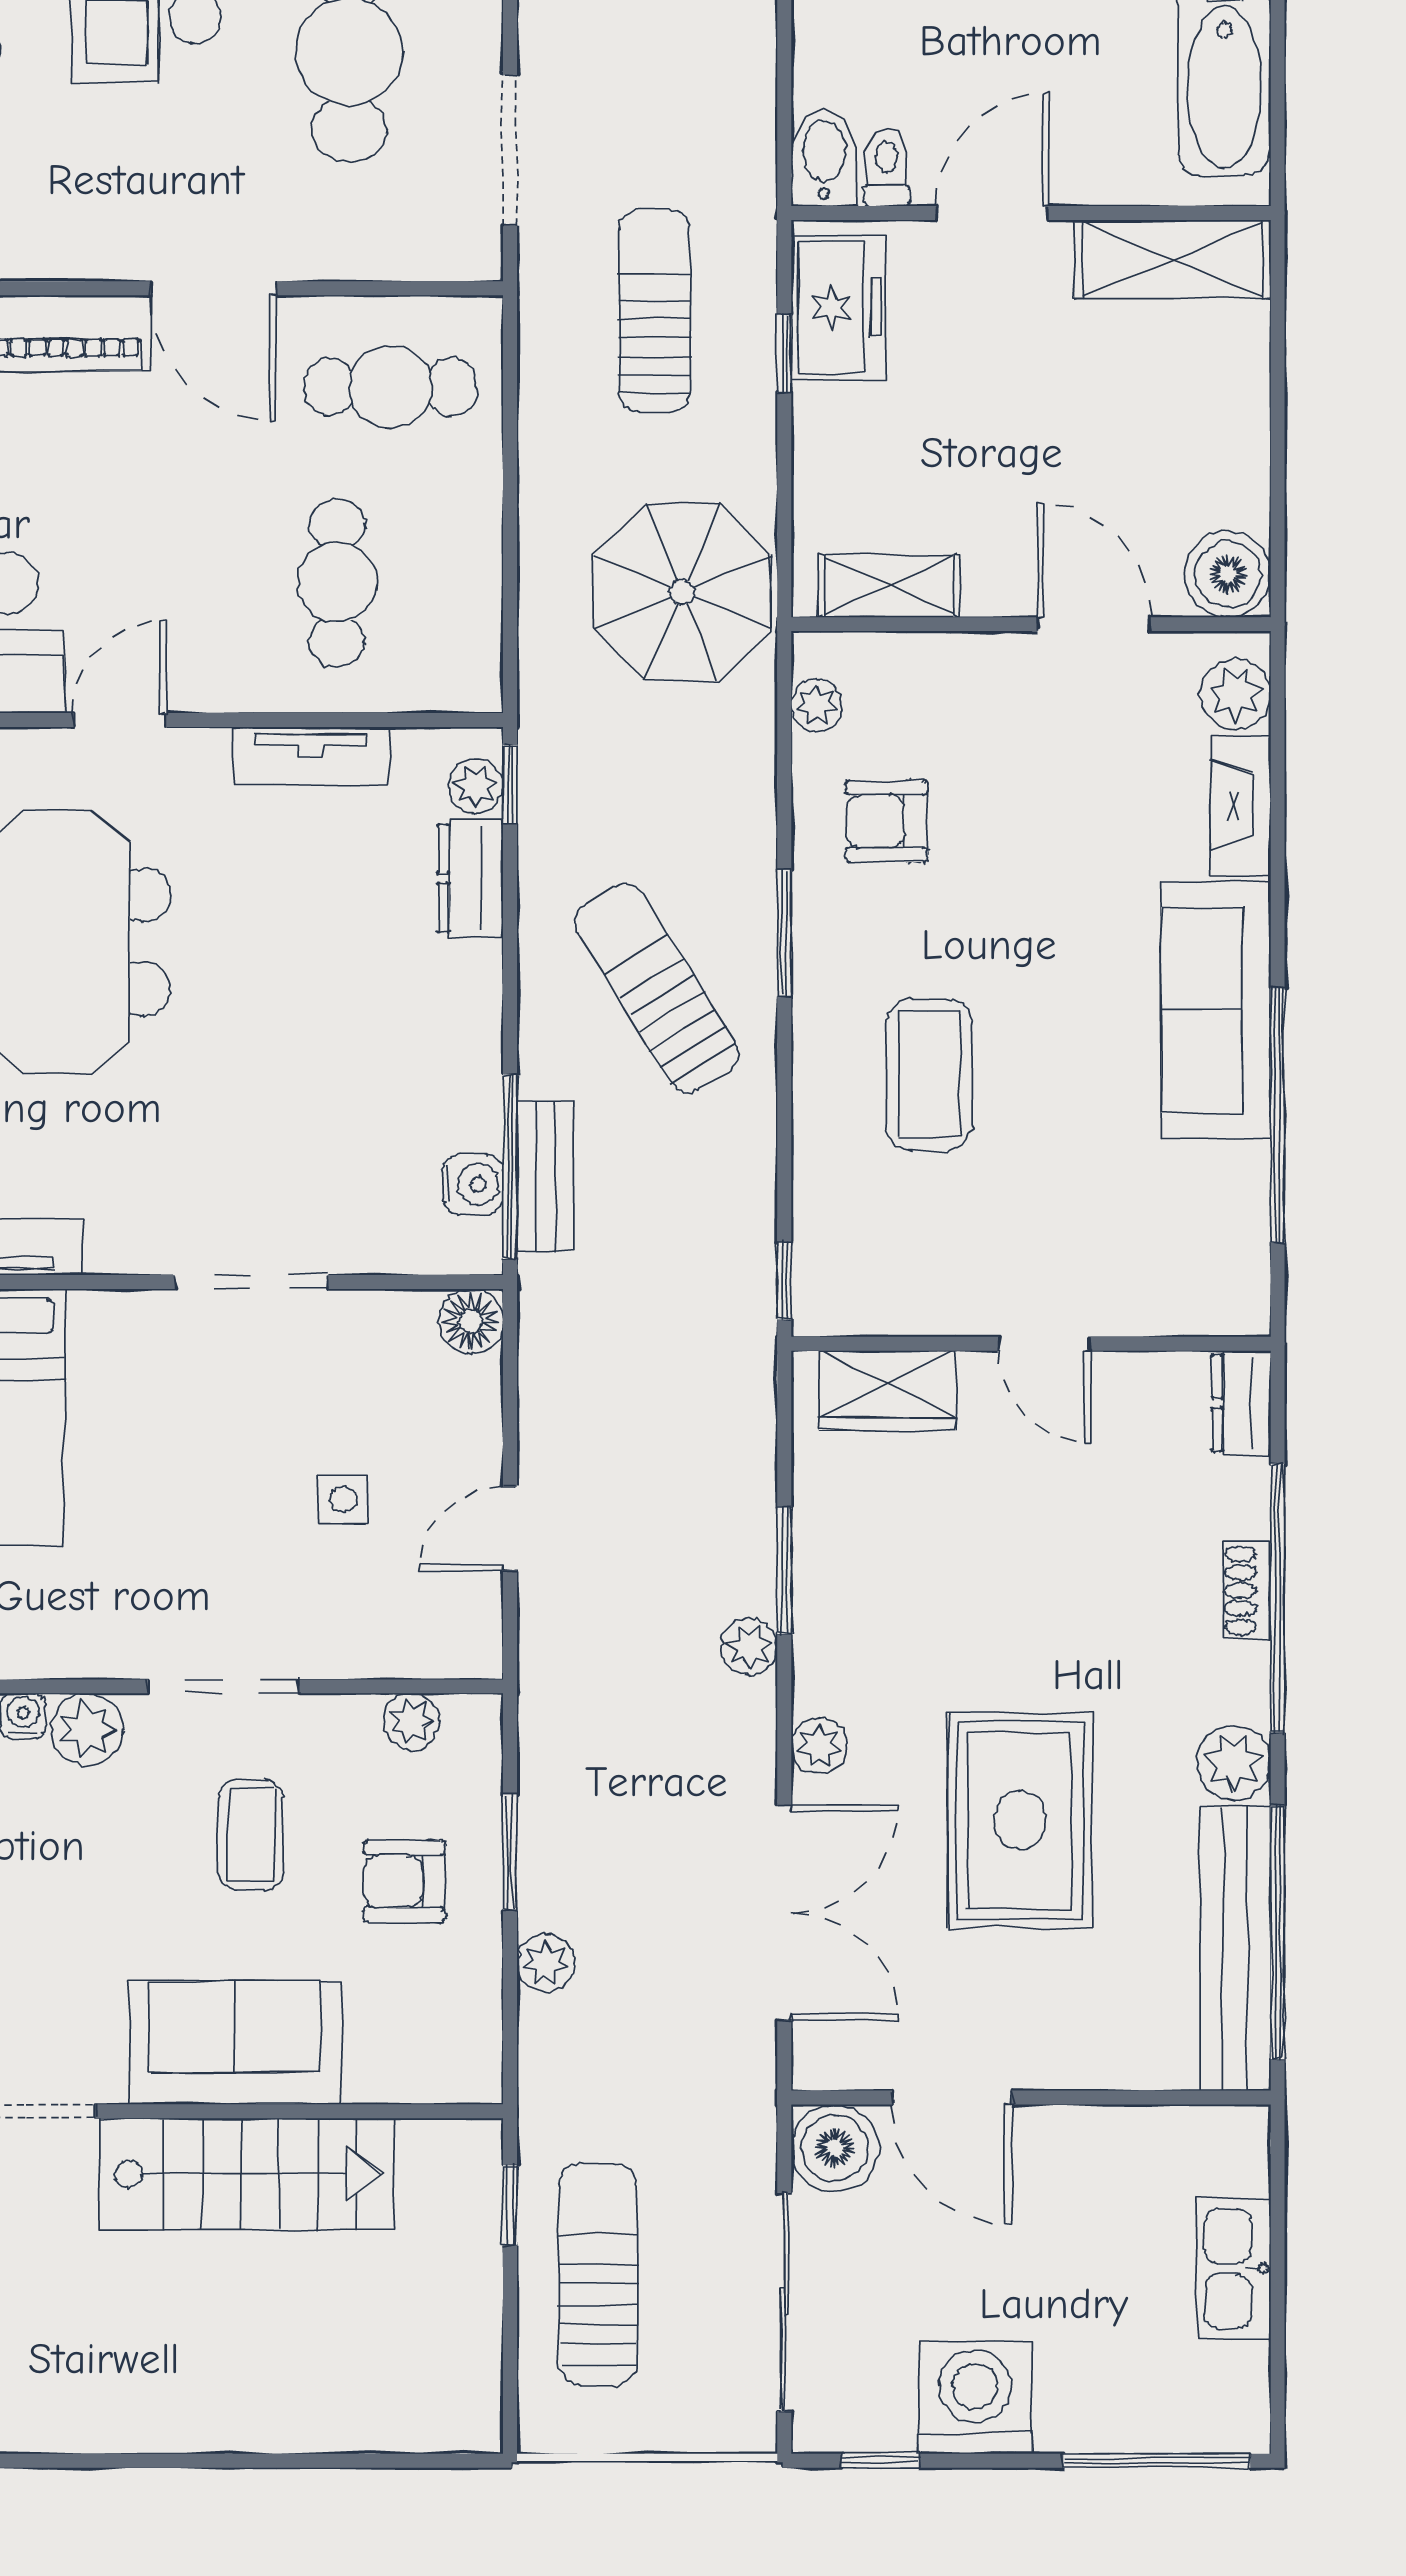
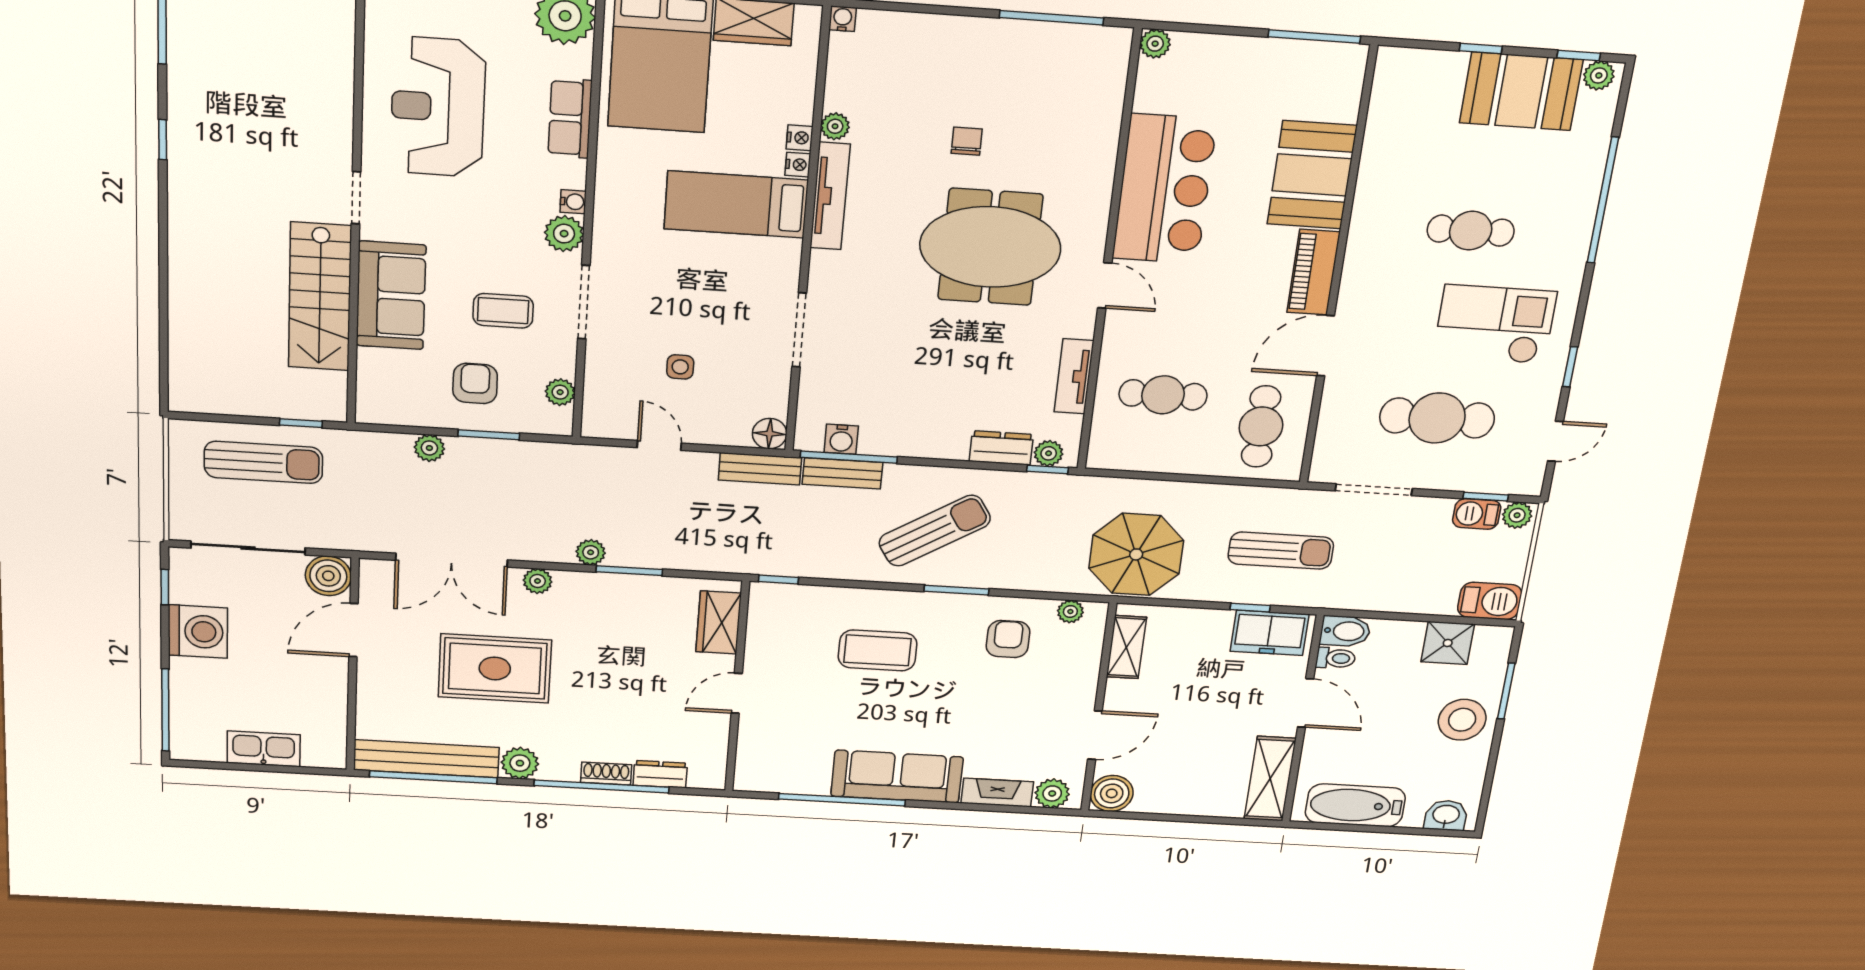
bench: (547, 1334) -> (760, 469), added
dresser: (1241, 1403) -> (660, 774), moved

